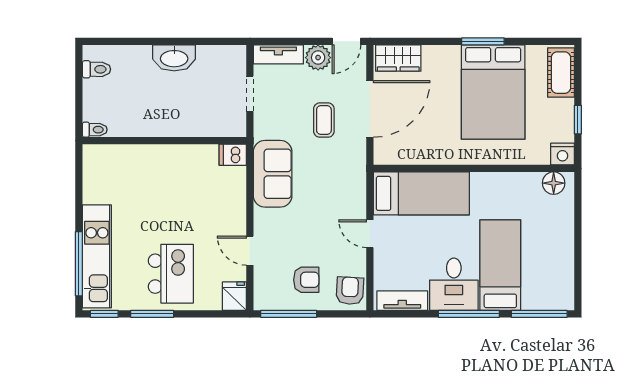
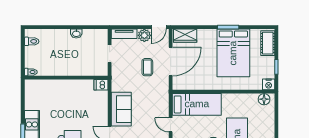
washbasin: (174, 58) -> (76, 33), width x0.52, depth x0.69
sofa: (273, 174) -> (121, 109), moved

